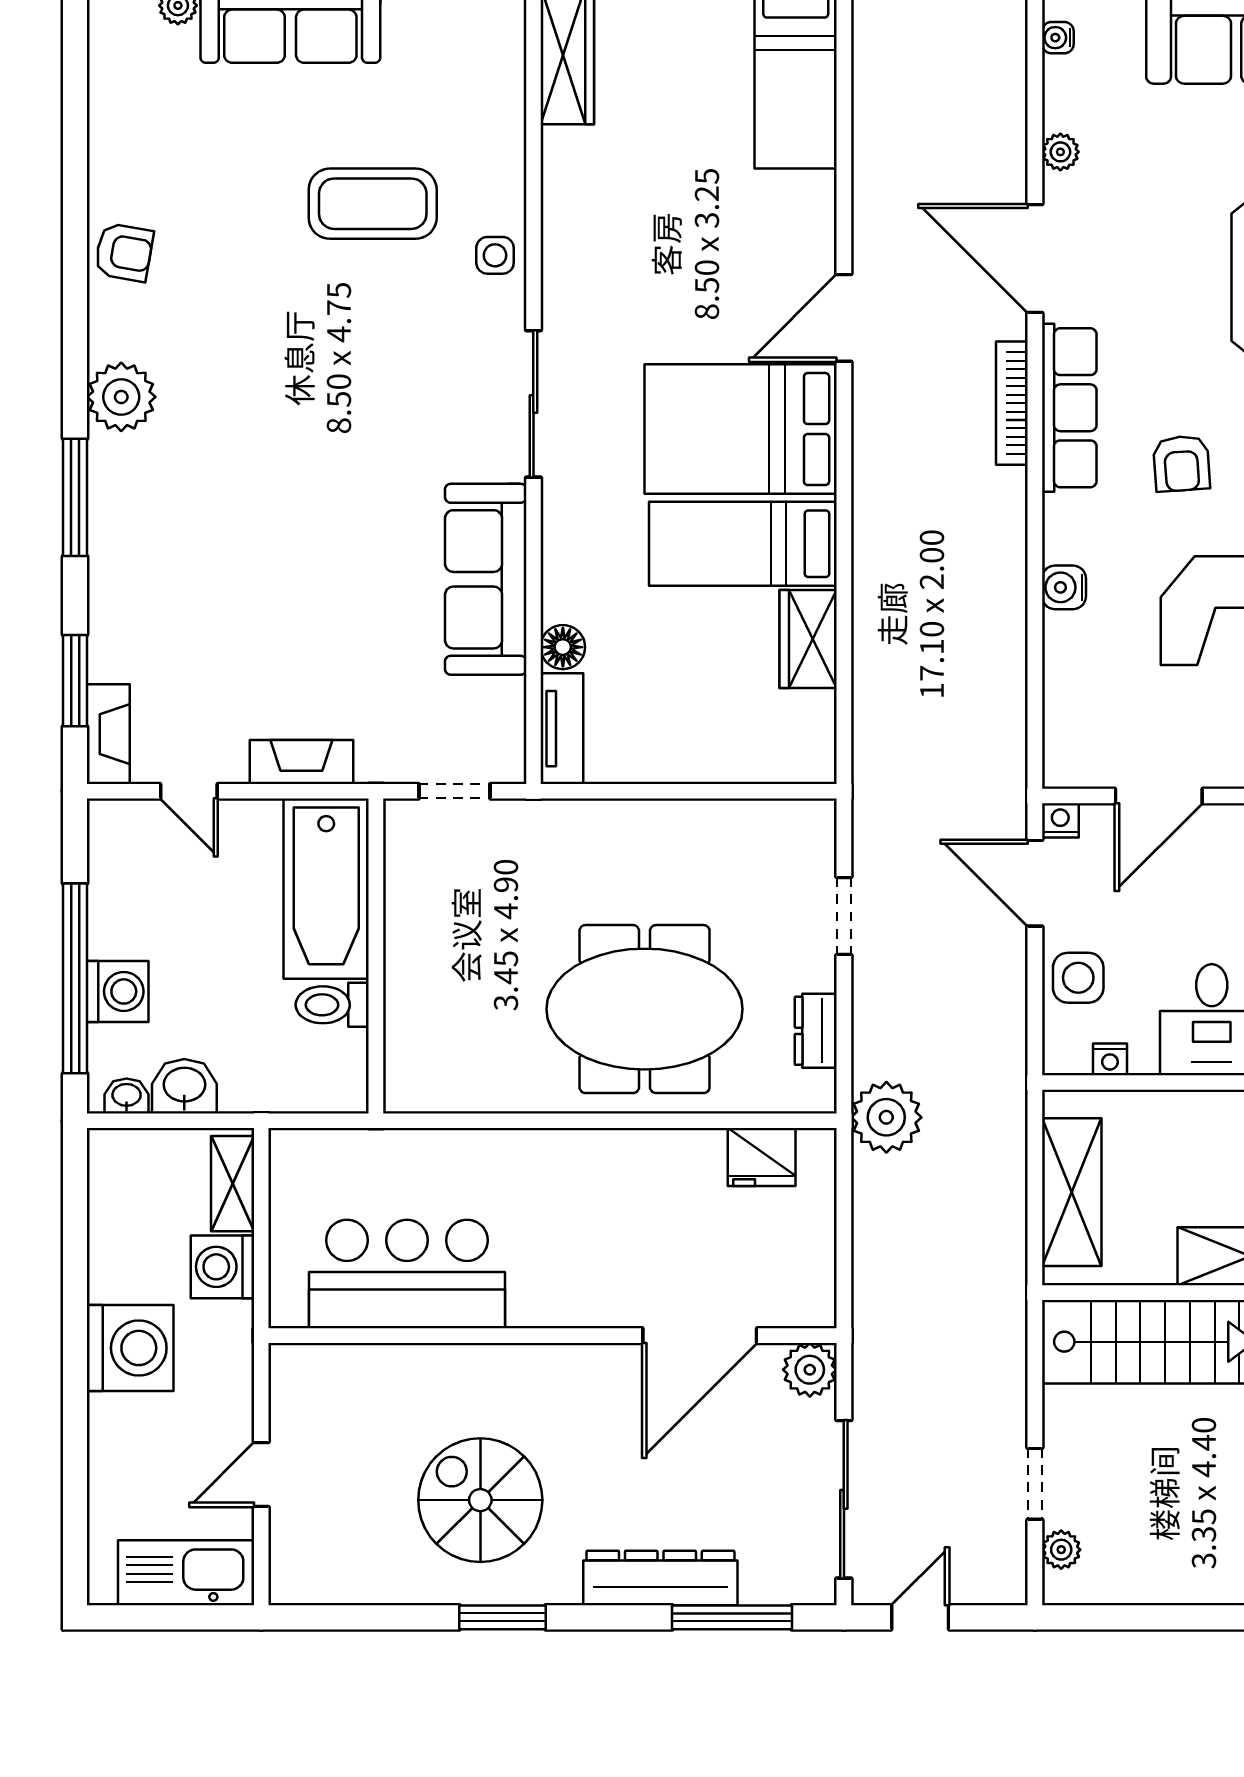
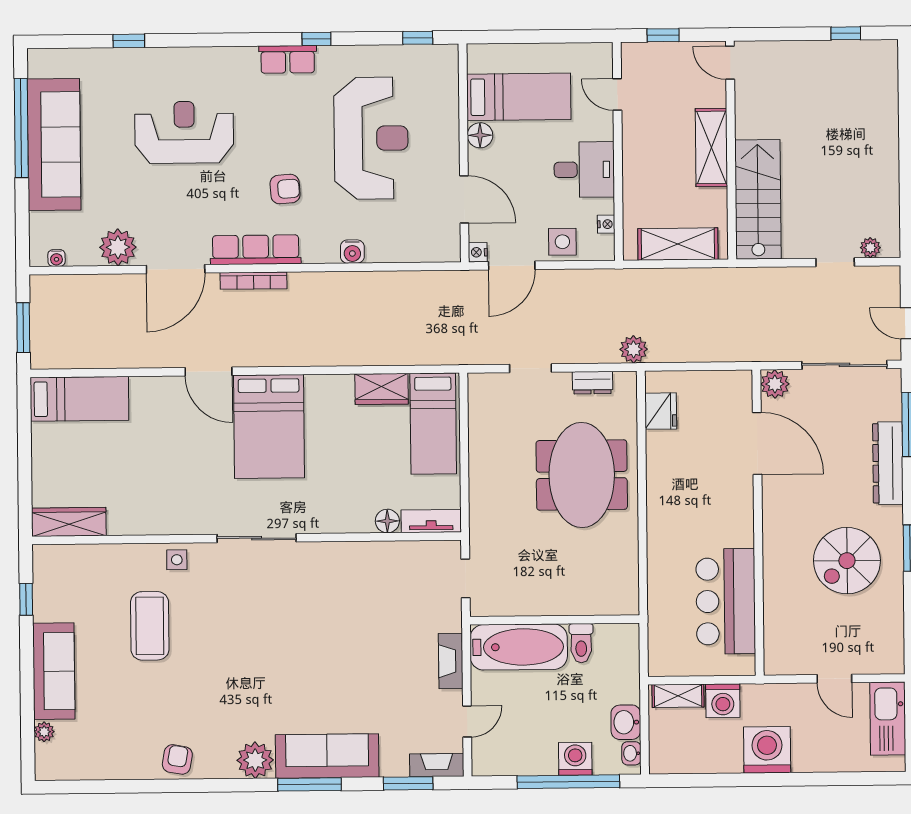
plant: (1060, 152) -> (118, 247), width x1.88, depth x1.88
bed: (743, 544) -> (433, 424), moved
sofa: (486, 579) -> (327, 756), moved, turned 180
plant: (886, 1117) -> (634, 349), width x0.73, depth x0.73

